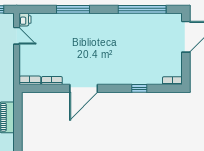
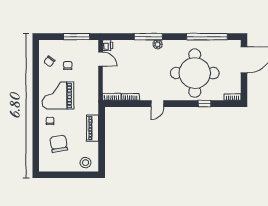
plant: (84, 18) -> (158, 44), added
round table: (128, 52) -> (195, 73), added
door: (84, 88) -> (157, 104), width x0.53

